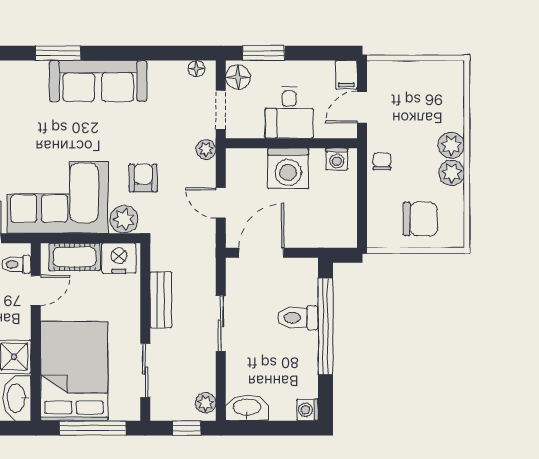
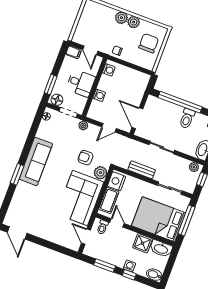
washing machine: (288, 168) -> (99, 95), width x0.53, depth x0.53
toilet: (298, 318) -> (187, 118), moved

